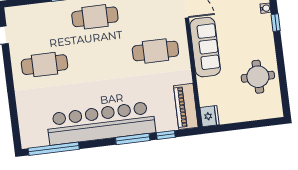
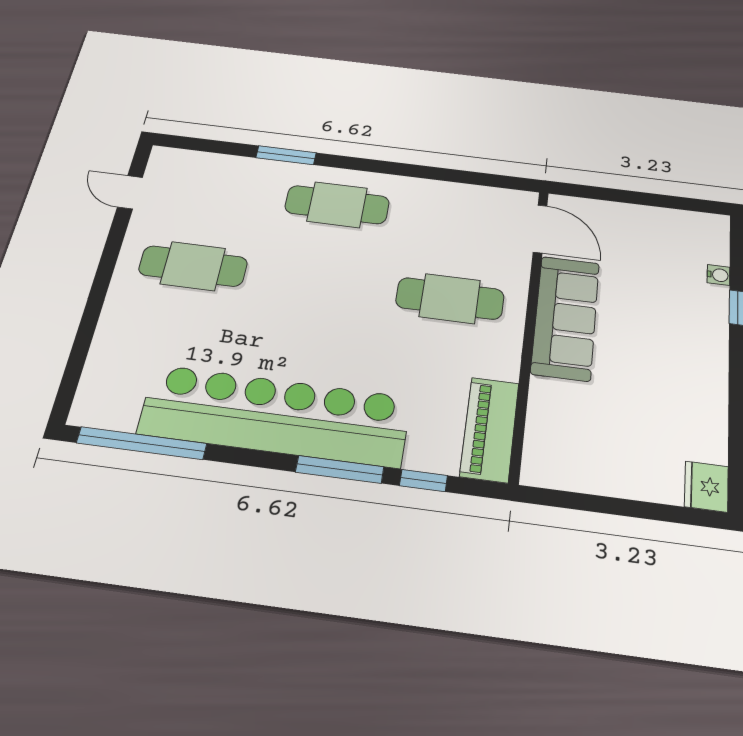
round table: (258, 77) -> (678, 407), removed
fridge: (210, 116) -> (706, 486), moved, turned 180

